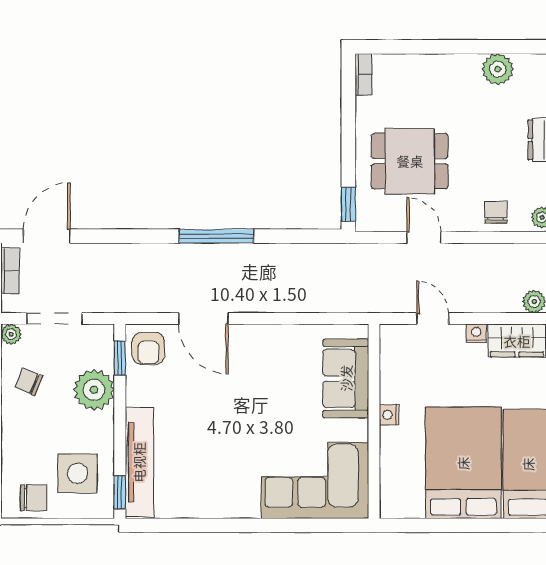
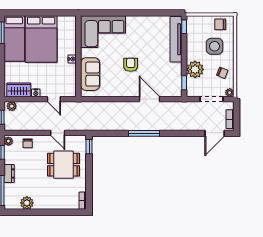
armchair: (148, 349) -> (131, 65), moved
side table: (77, 473) -> (215, 46), moved

